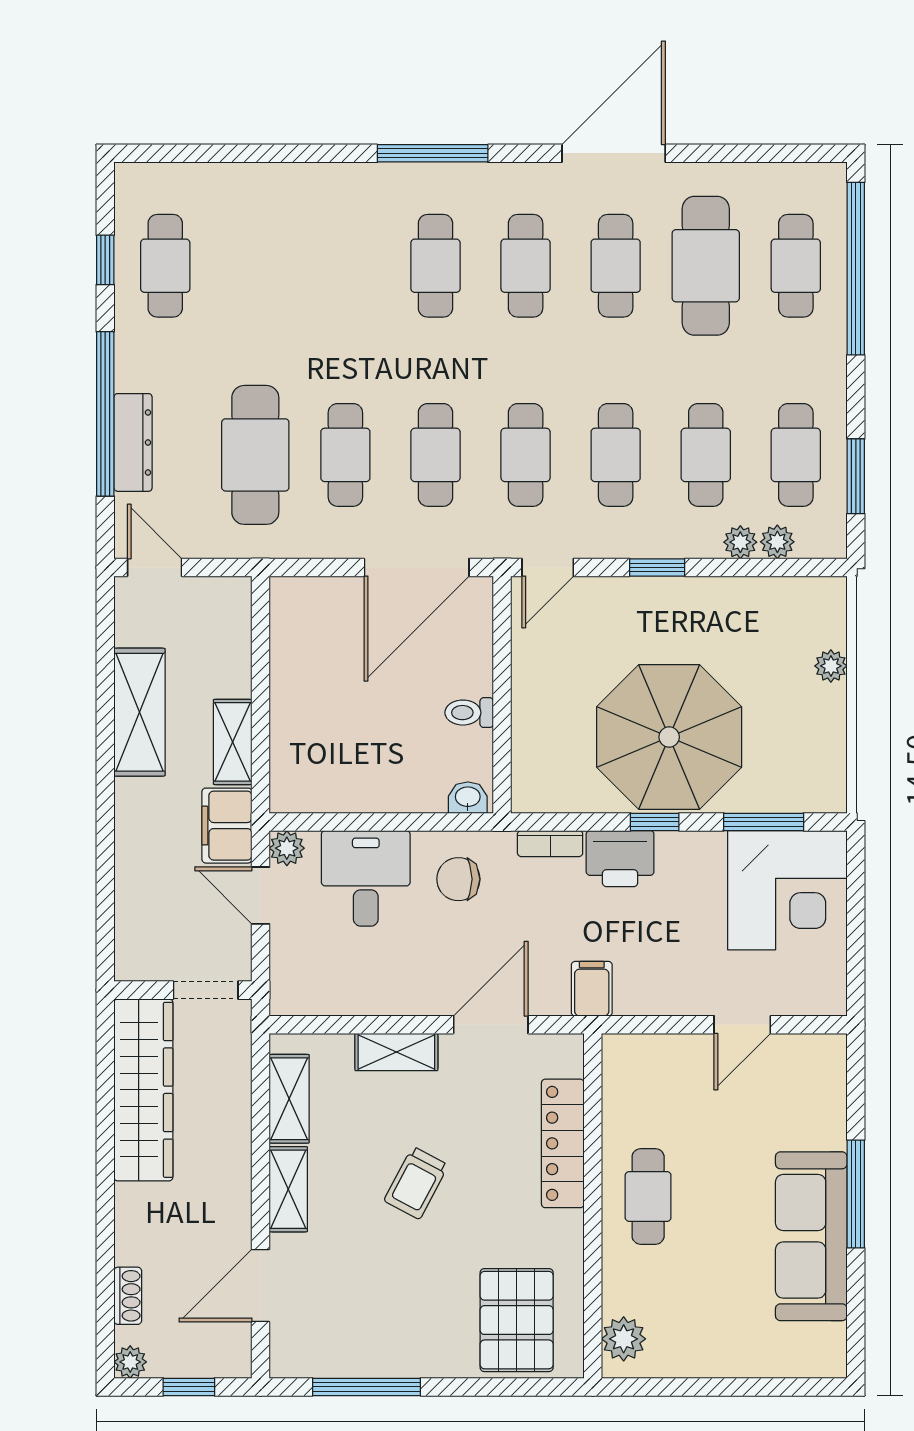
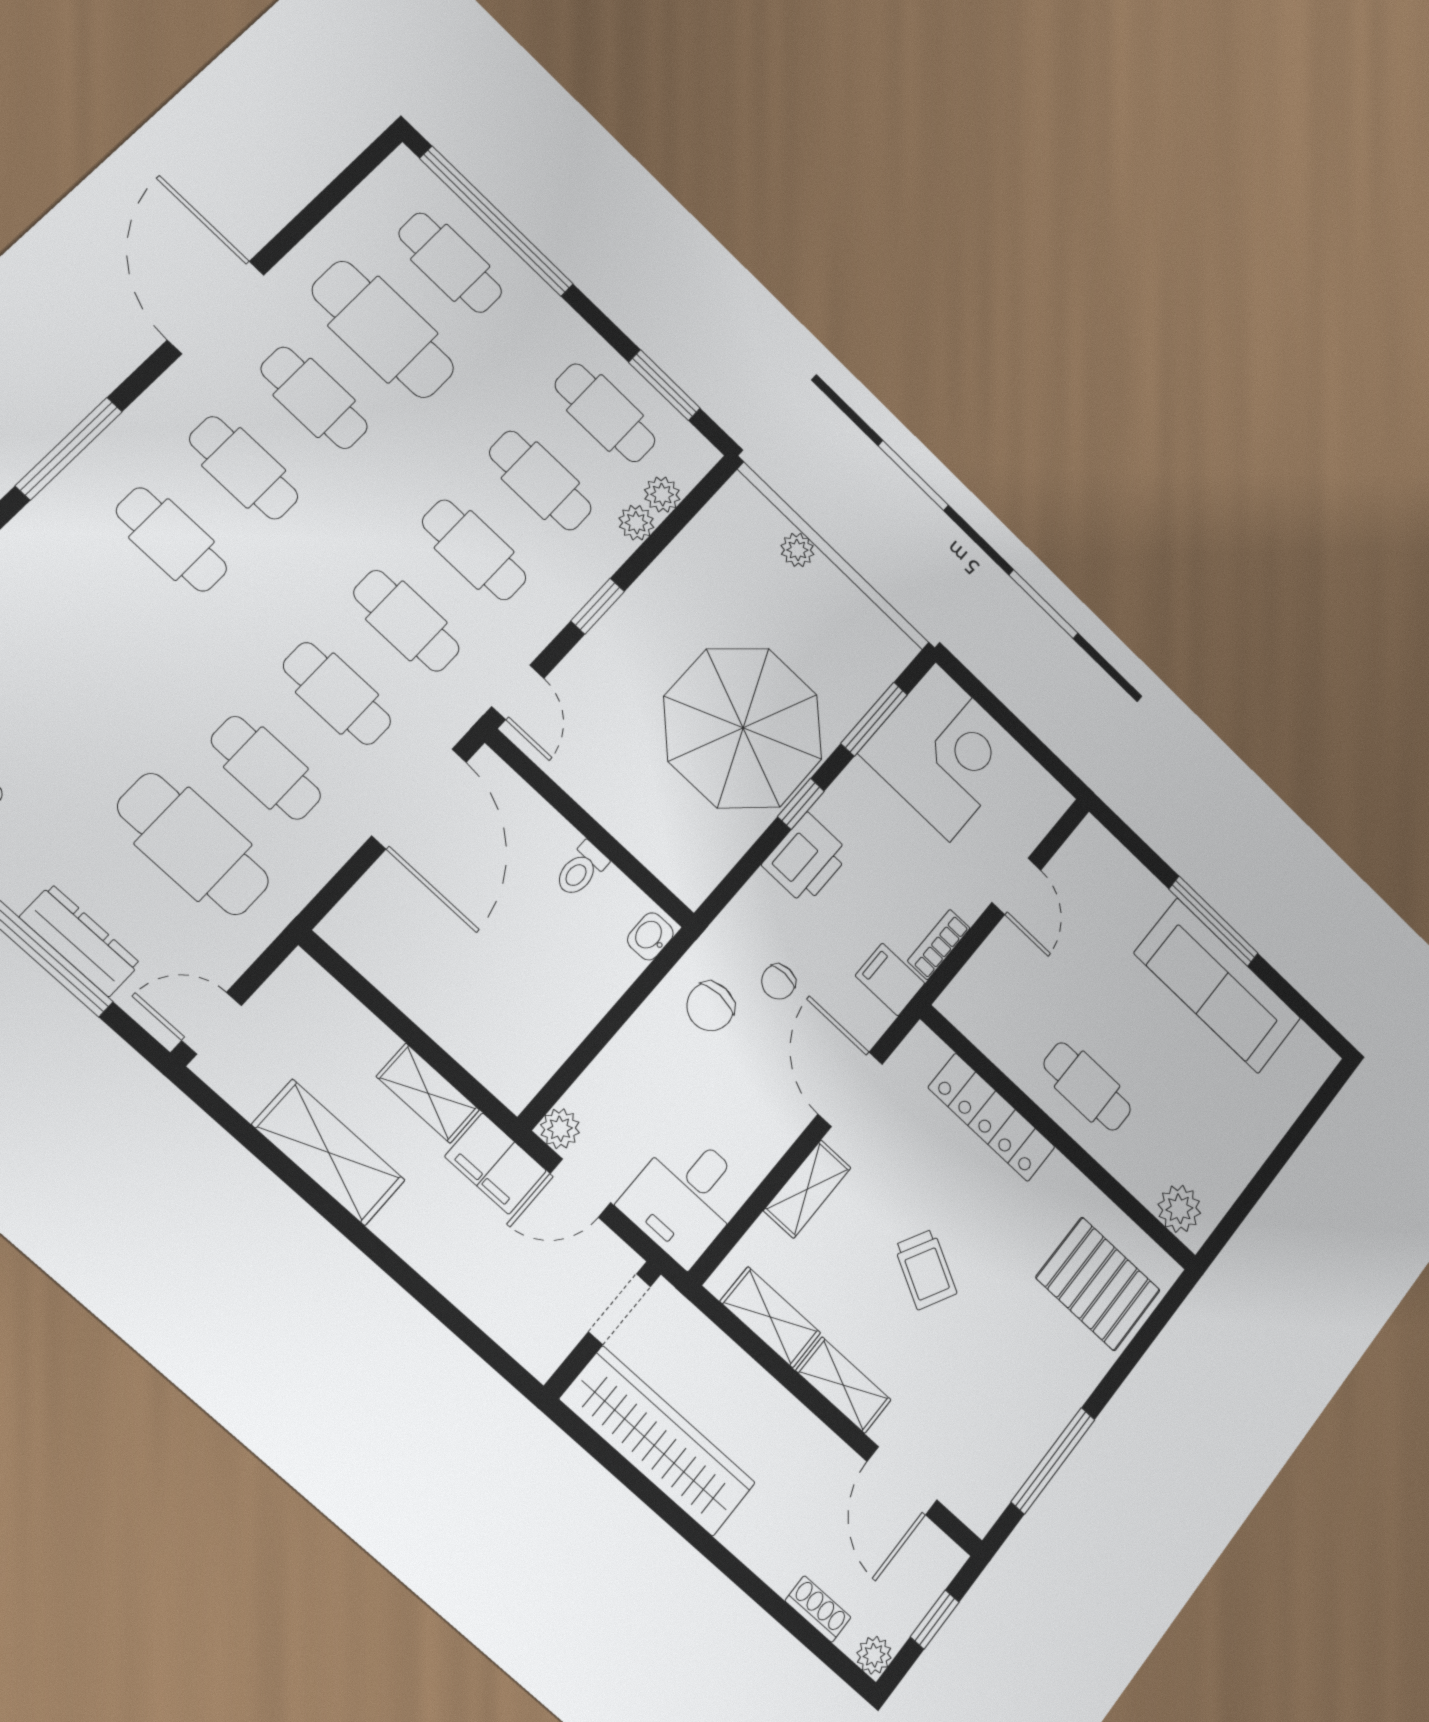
bookcase: (550, 844) -> (939, 945), moved, turned 180
desk: (366, 878) -> (685, 1197), moved, turned -90
chair: (518, 911) -> (778, 982), added

